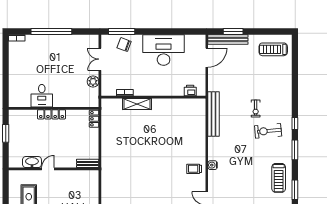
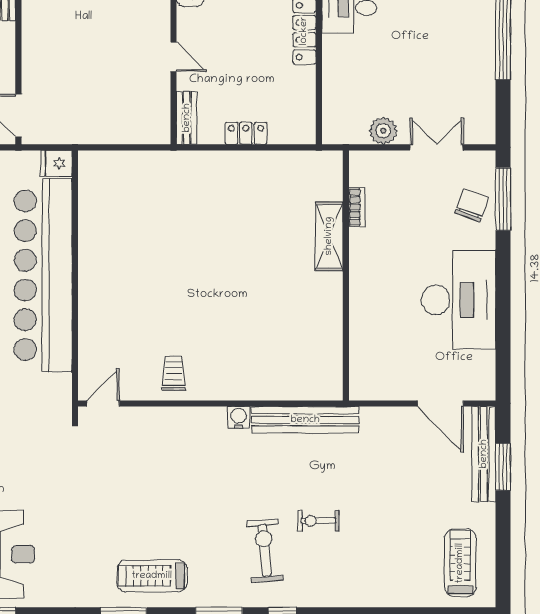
printer: (190, 90) -> (362, 364), removed
locker: (94, 119) -> (246, 133), moved
water cooler: (213, 165) -> (239, 417), moved
door: (48, 169) -> (174, 57), moved

